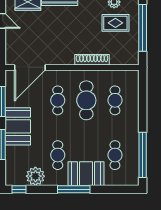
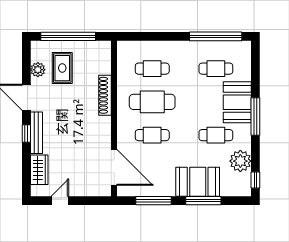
booth: (18, 126) -> (198, 182), moved

